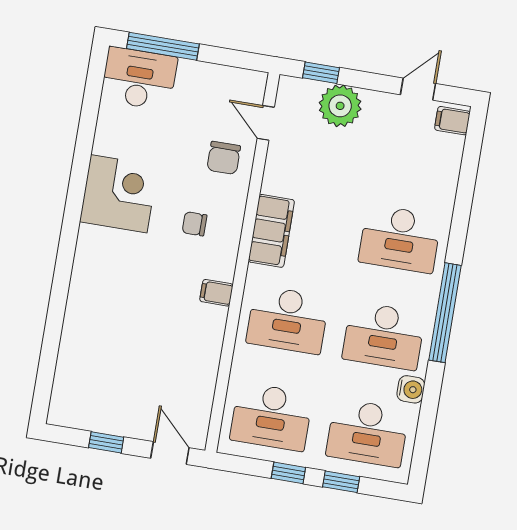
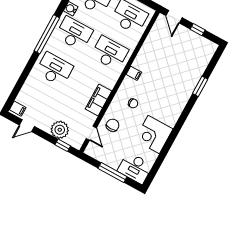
window: (163, 46) -> (112, 173), moved
corner desk: (119, 194) -> (154, 134), moved
filing cabinet: (271, 231) -> (98, 100), moved
window: (55, 315) -> (200, 86), added

